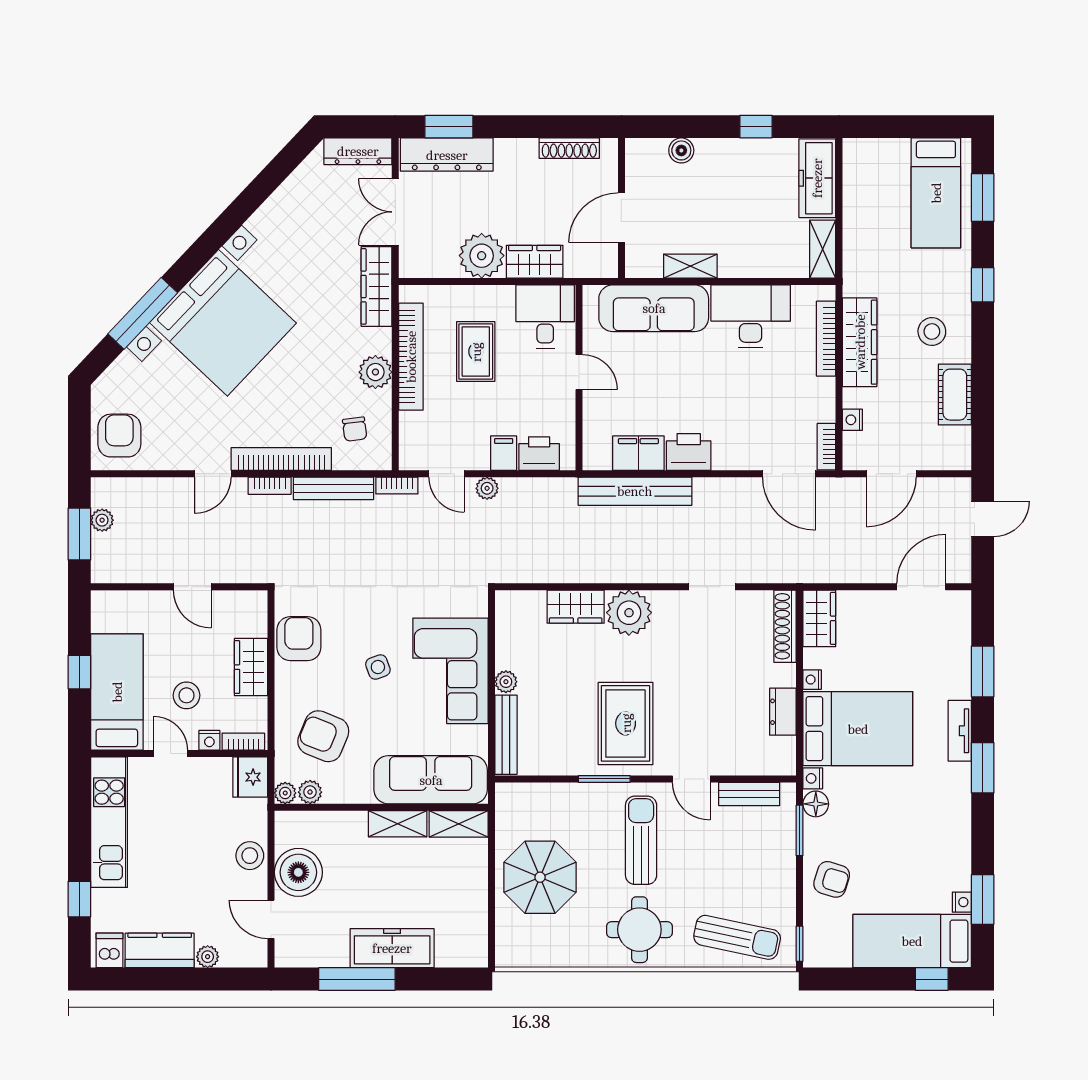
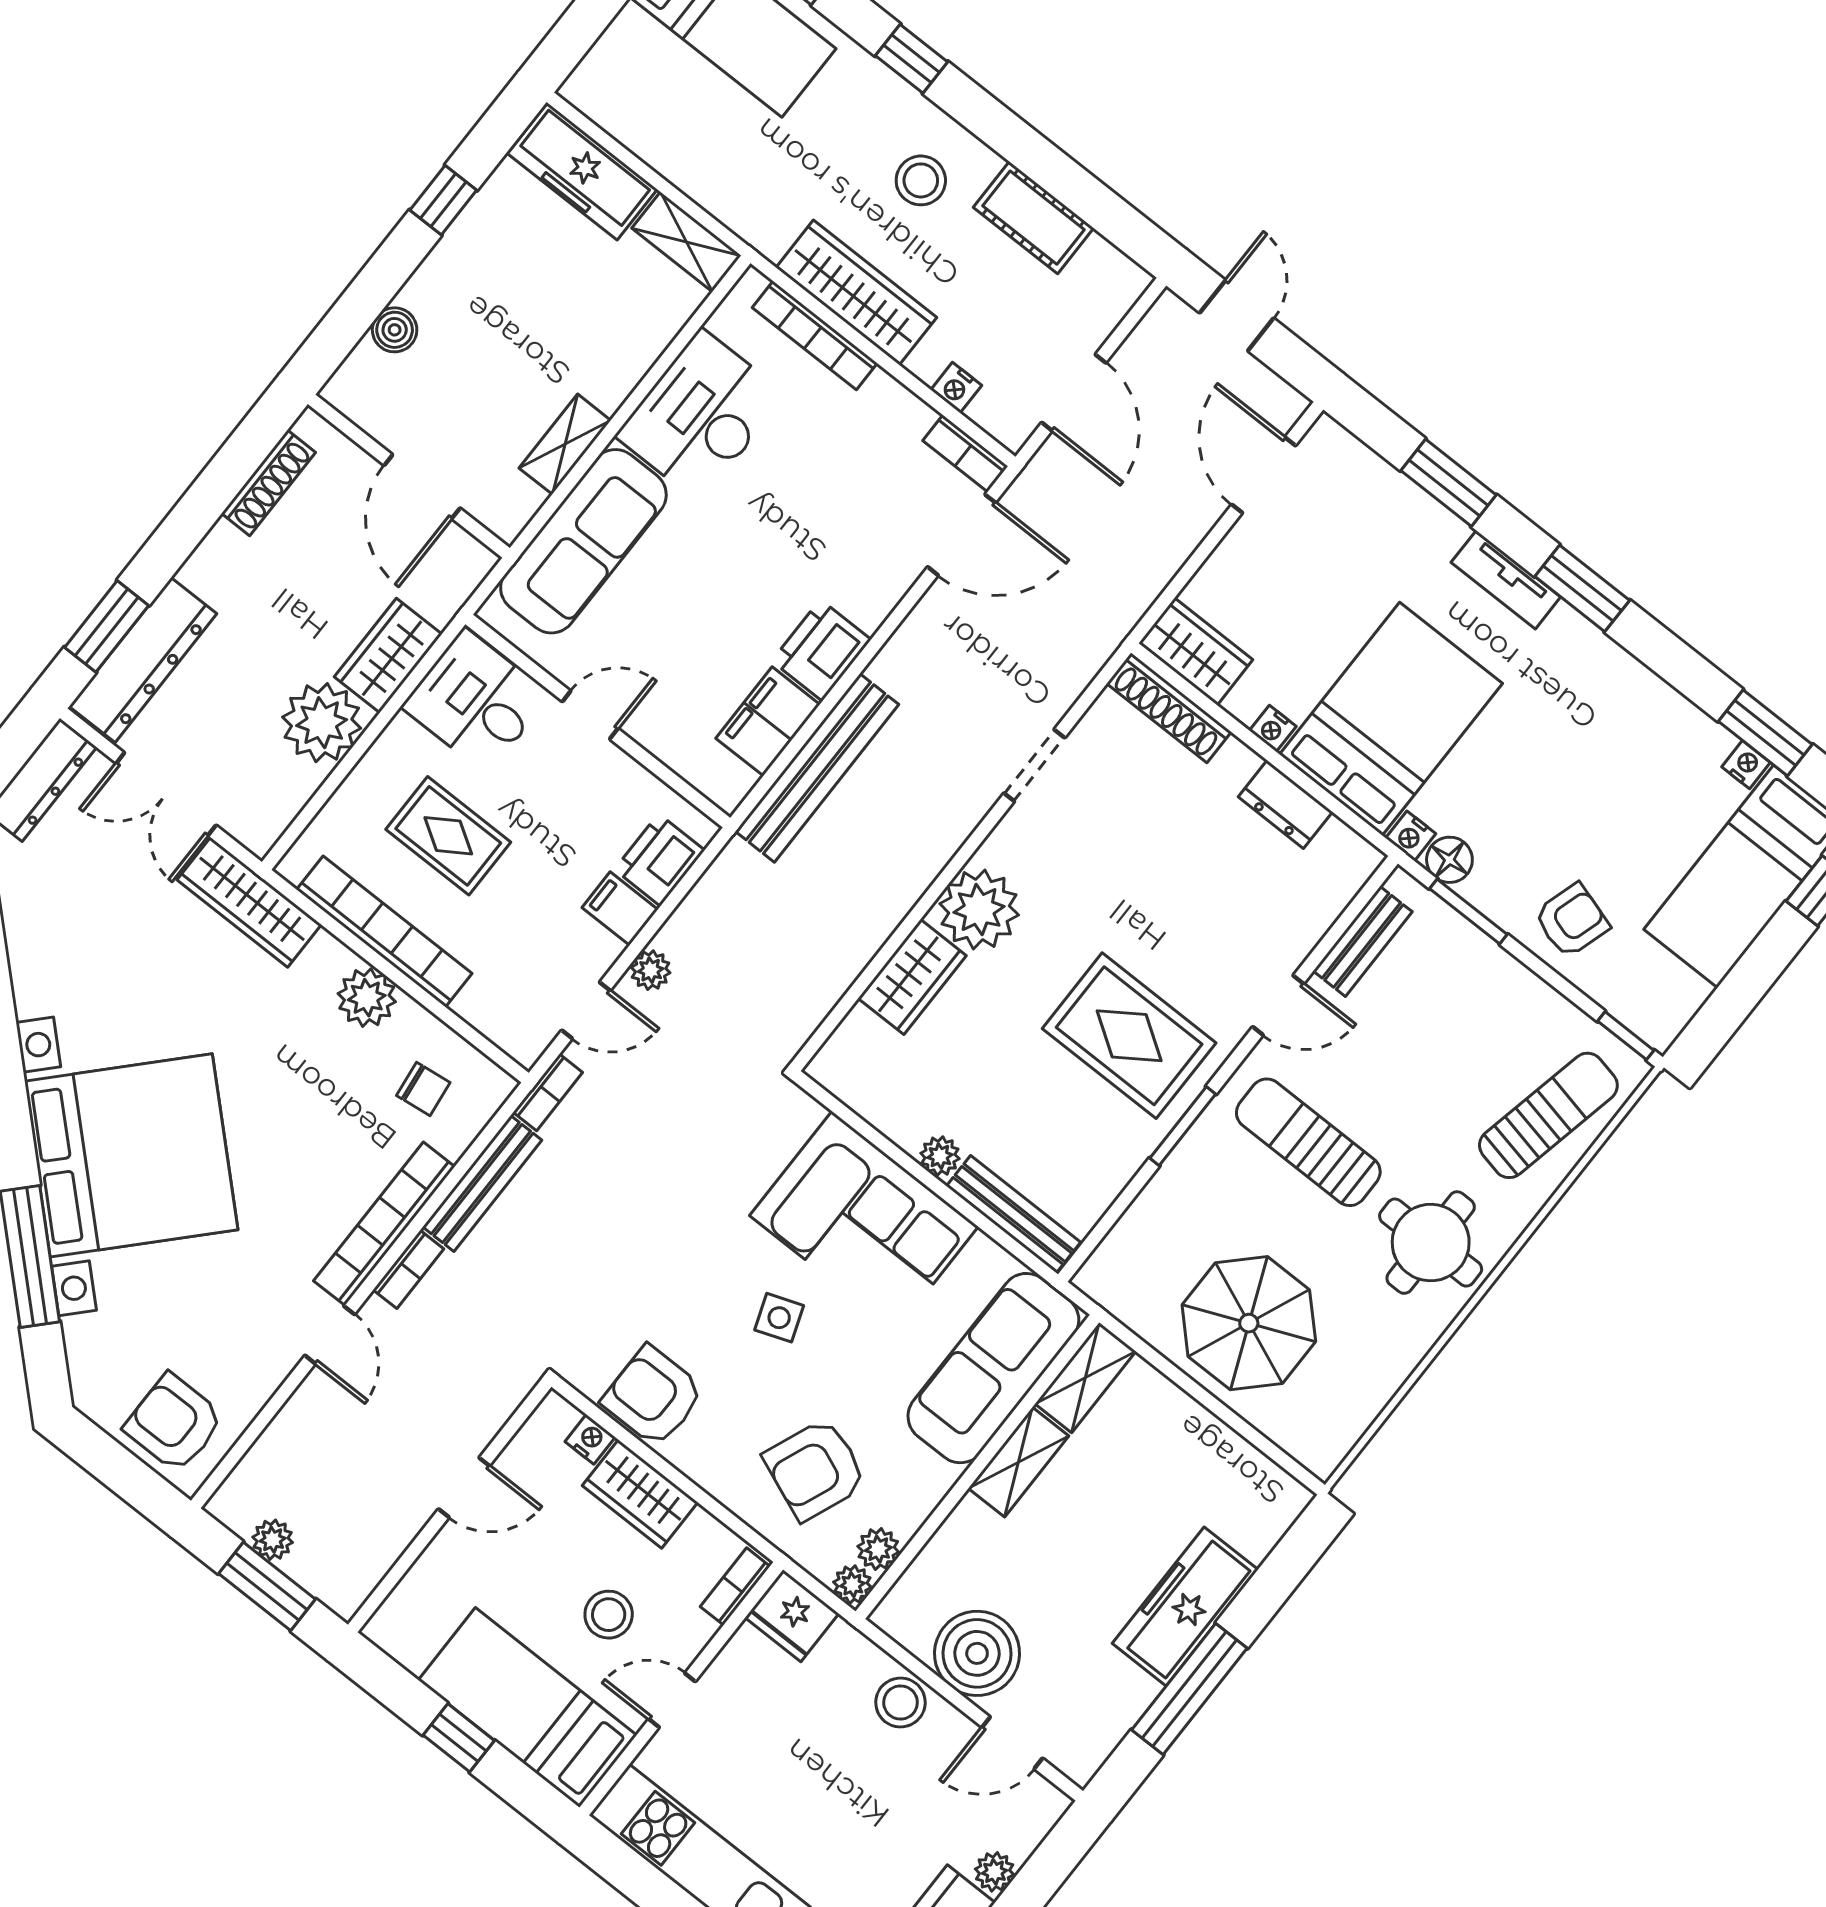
nightstand: (209, 740) -> (590, 1439), moved, turned -90

